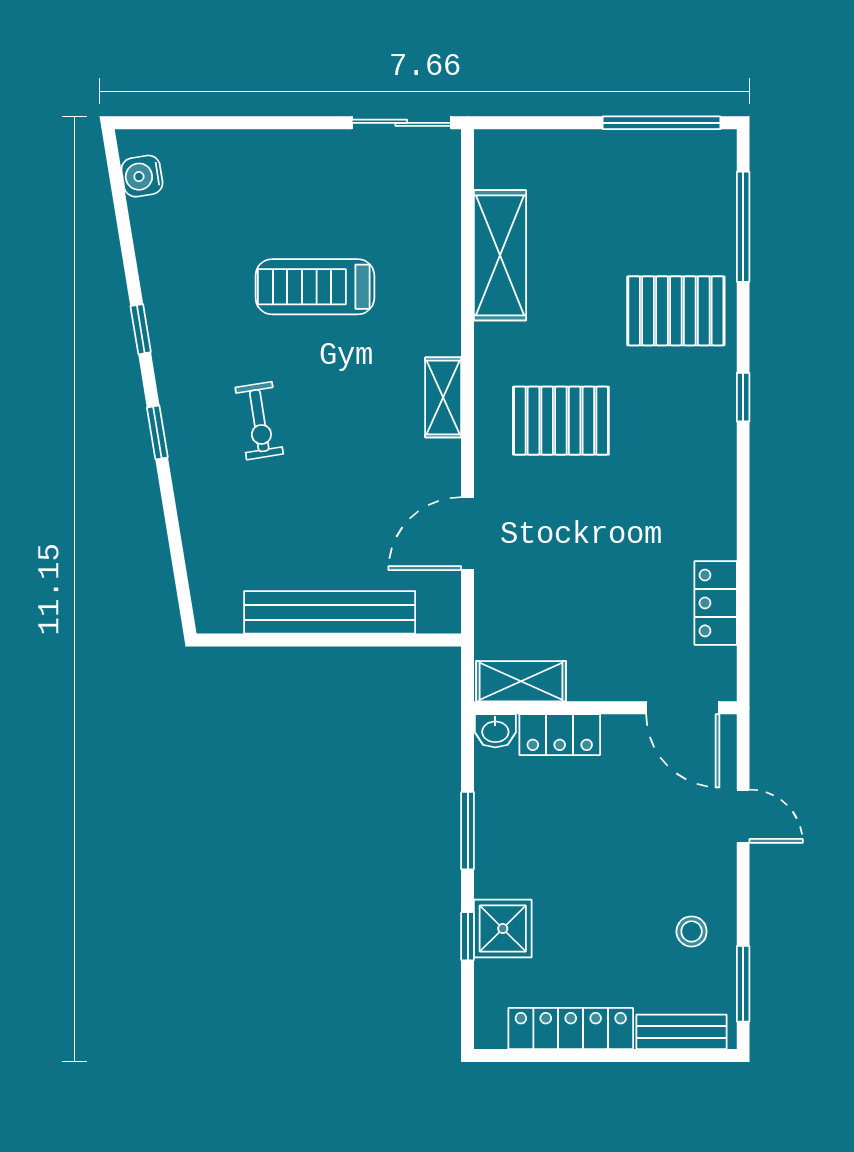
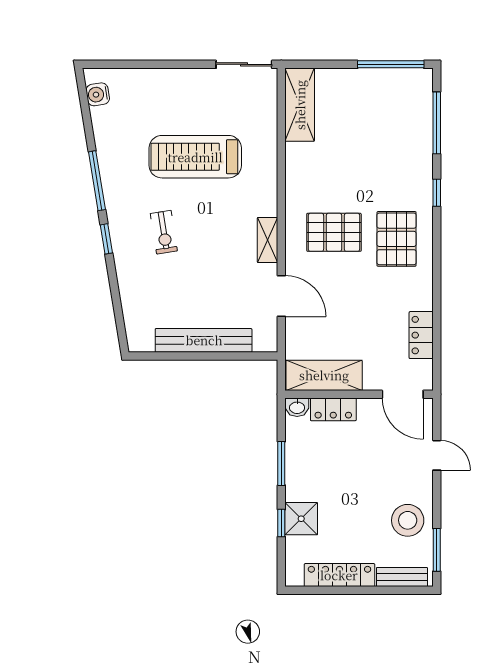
shelving: (500, 255) -> (300, 105), moved
treadmill: (315, 287) -> (195, 157), width x1.37, depth x1.38
pallet: (676, 311) -> (397, 239), moved, turned 90
window: (141, 329) -> (97, 181), width x2.17
shelving: (443, 397) -> (268, 240), moved
window: (743, 397) -> (437, 193), moved
door: (468, 534) -> (281, 296), swing flipped
shelving: (521, 681) -> (324, 375), width x1.50, depth x1.33
stool: (692, 931) -> (408, 520), width x1.89, depth x1.89

